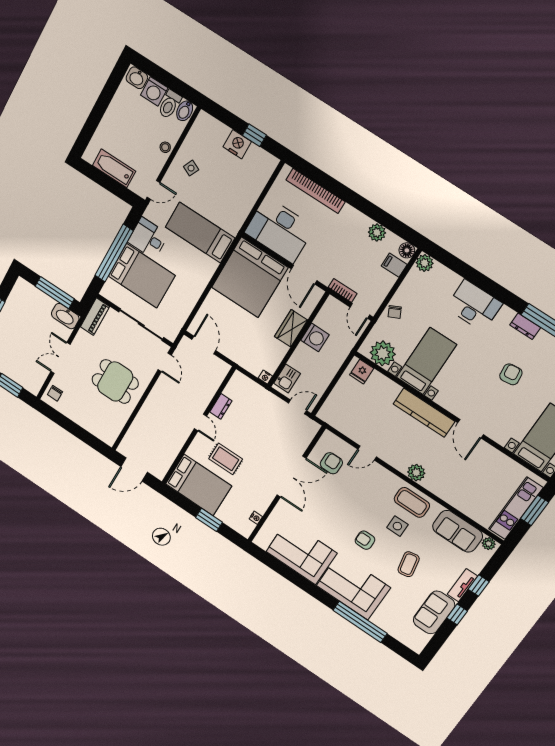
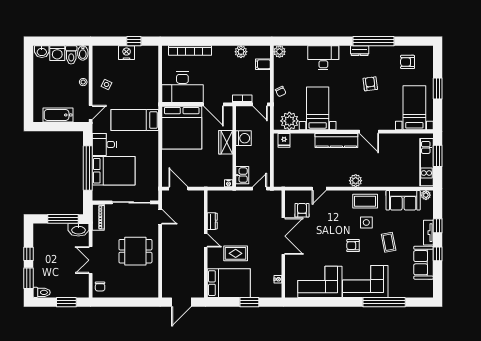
floor lamp: (407, 250) -> (265, 51), removed

